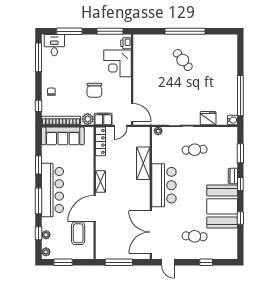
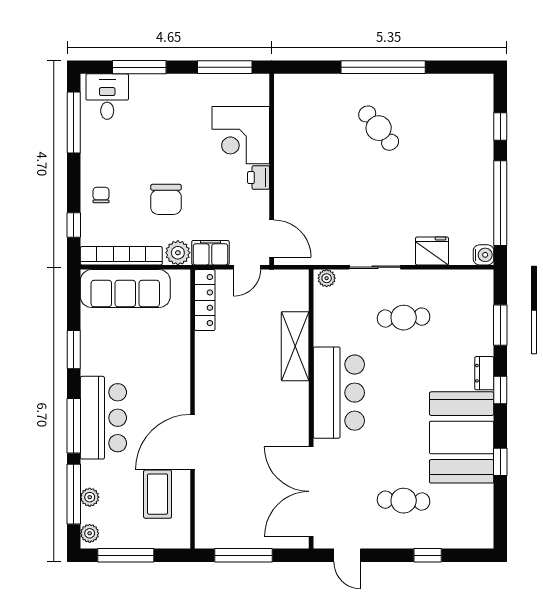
printer: (126, 43) -> (259, 178), moved
window: (240, 59) -> (500, 126), added
chair: (94, 90) -> (166, 199), moved
shelving: (101, 181) -> (205, 385), removed
bar counter: (52, 190) -> (103, 418), width x0.73
window: (38, 233) -> (74, 494), width x2.17
window: (63, 262) -> (126, 555), width x1.44

